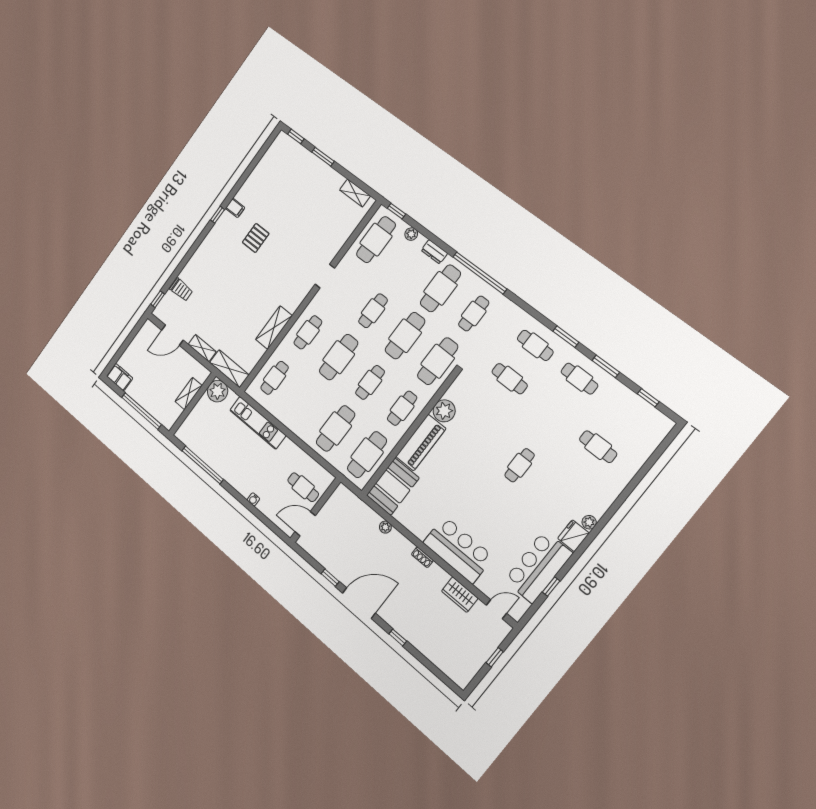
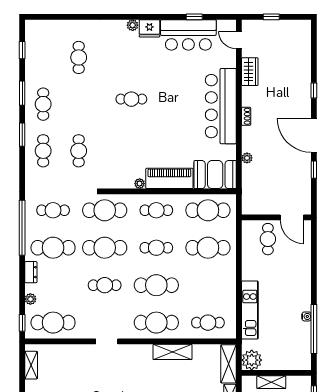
cafe table: (308, 332) -> (156, 323), width x1.37, depth x1.35
plant: (444, 411) -> (140, 184), width x0.53, depth x0.53
water cooler: (253, 499) -> (307, 316), moved
bar counter: (458, 550) -> (221, 106), width x1.36

